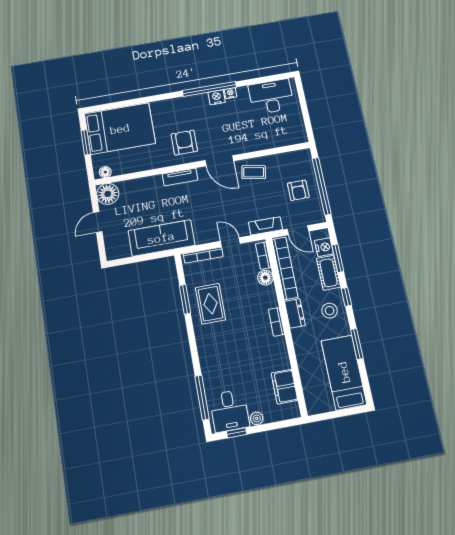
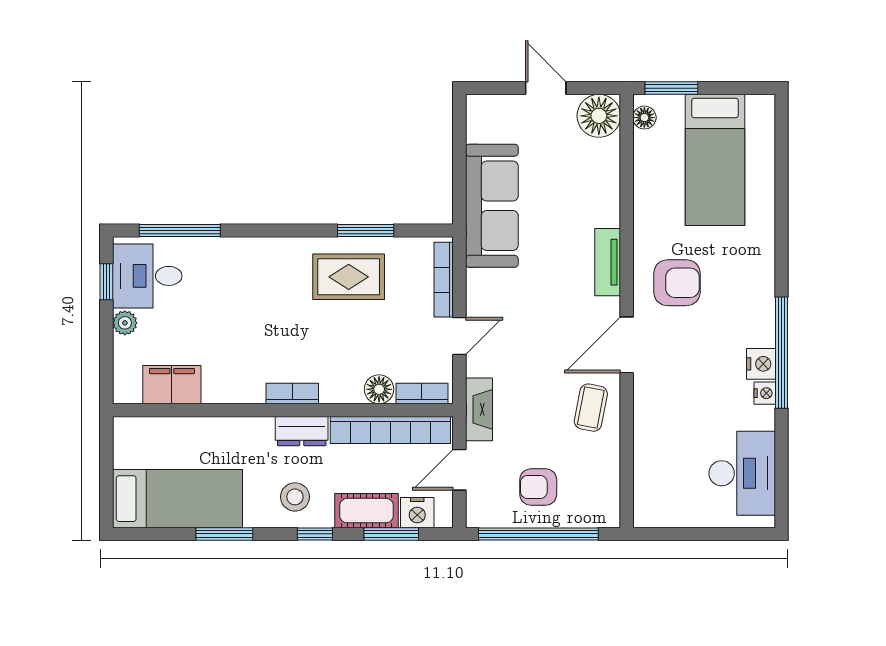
bed: (120, 129) -> (715, 160), width x0.67
window: (86, 142) -> (671, 88), moved

